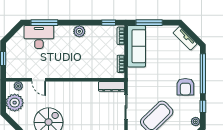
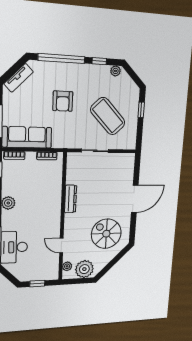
door: (39, 80) -> (61, 245), swing flipped
dresser: (111, 86) -> (71, 199), moved
armchair: (185, 87) -> (63, 101), moved, turned 90

